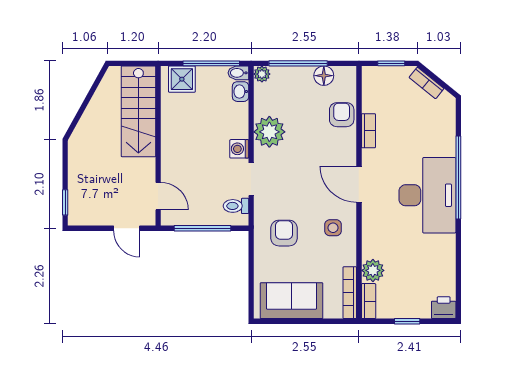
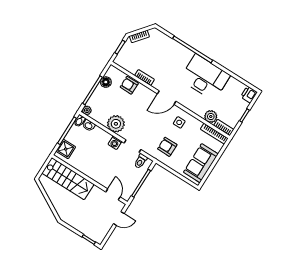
desk: (427, 195) -> (205, 77), moved
door: (158, 196) -> (113, 194), hinge flipped

